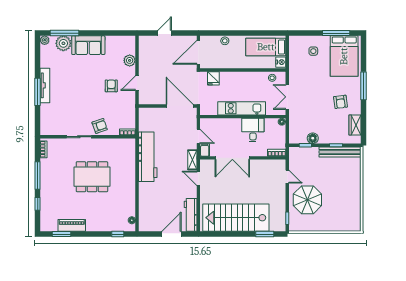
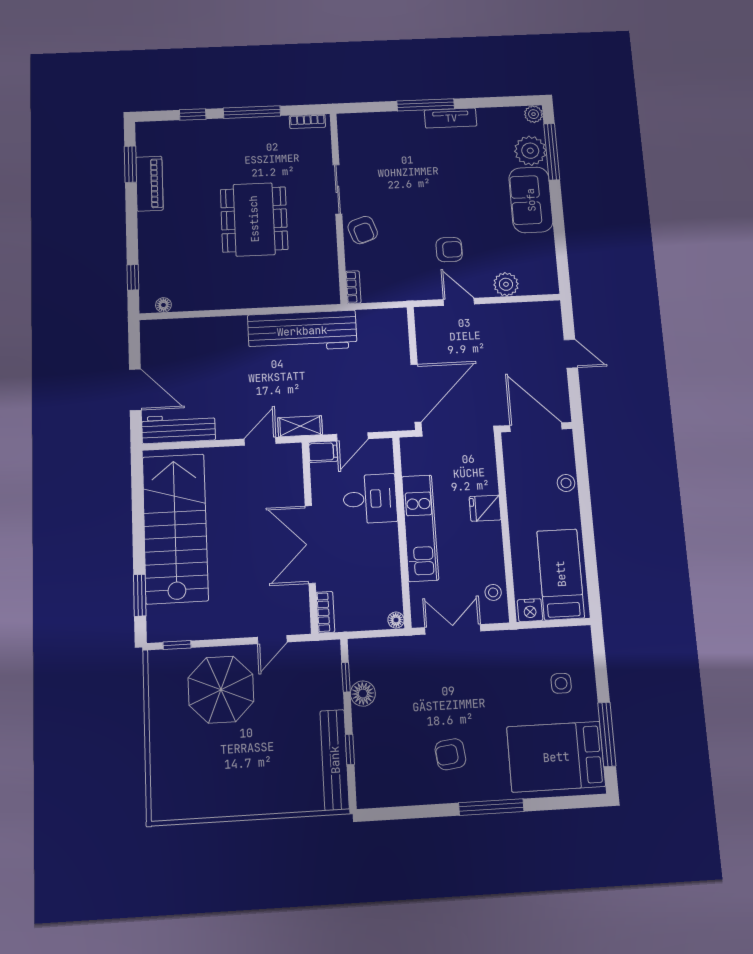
fridge: (213, 78) -> (485, 508), moved
tv unit: (45, 85) -> (451, 118), width x0.71
wardrobe: (355, 125) -> (399, 792), removed
desk: (253, 130) -> (370, 499), moved
double door: (232, 158) -> (310, 544), moved

